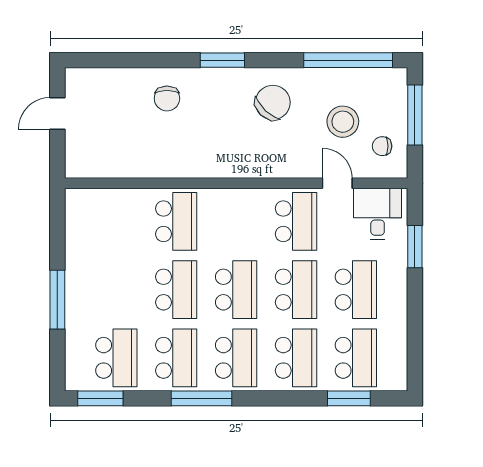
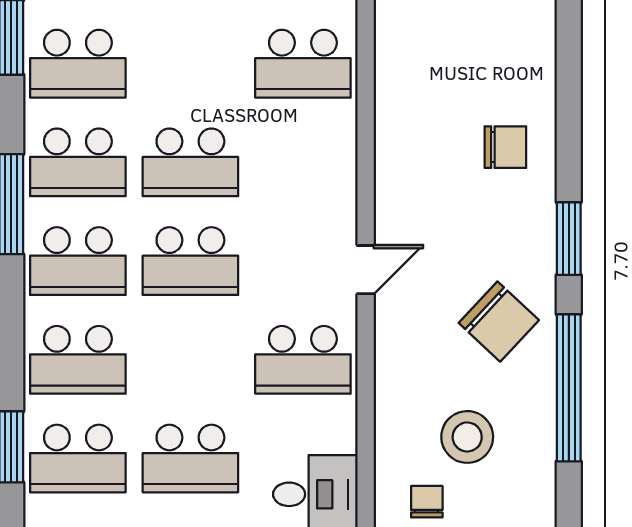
window: (348, 60) -> (569, 388), moved
chair: (167, 98) -> (505, 147), turned 180
door: (337, 183) -> (366, 270), moved
school desk: (176, 221) -> (303, 64), moved
school desk: (296, 290) -> (190, 360), removed

